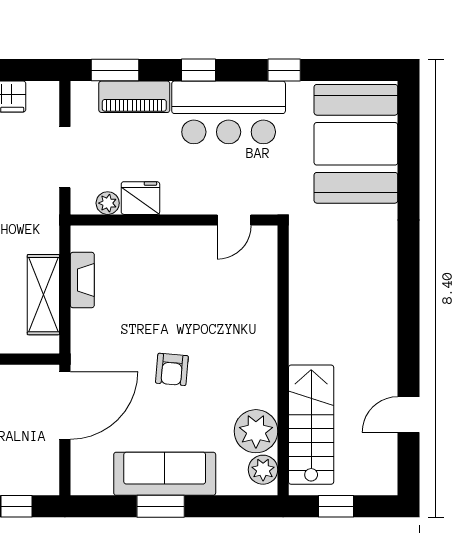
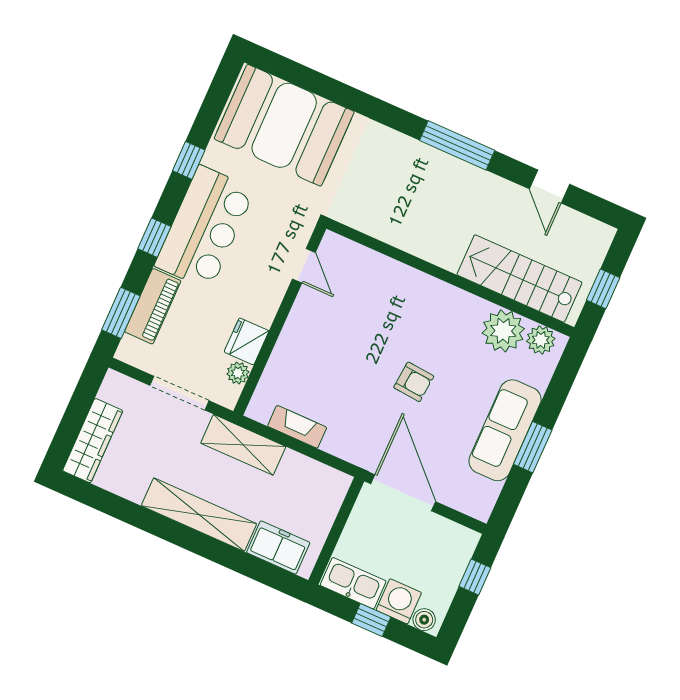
shelving: (43, 295) -> (243, 445), moved
window: (409, 312) -> (457, 145), added

